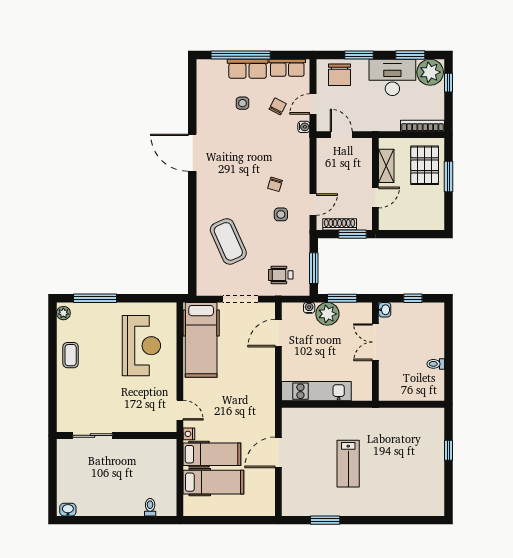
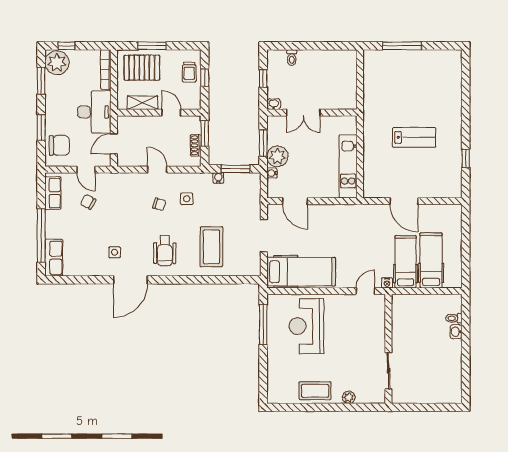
row of seats: (248, 69) -> (54, 258), moved
desk: (392, 77) -> (94, 112), moved, turned 180
side table: (242, 103) -> (115, 252), moved
water cooler: (304, 127) -> (218, 178), moved
door: (313, 204) -> (157, 170), moved
trolley: (420, 217) -> (189, 72), added
shoe rack: (340, 224) -> (196, 145), width x0.70
window: (414, 234) -> (205, 78), added
coffee table: (228, 241) -> (211, 247), turned -66
wheelchair: (281, 275) -> (165, 251), moved, width x1.36, depth x1.37
window: (95, 298) -> (263, 324), moved
plant: (63, 313) -> (349, 397), moved
reception desk: (141, 346) -> (306, 326), turned -90
coffee table: (71, 355) -> (315, 391), width x1.36, depth x1.30
toilet: (436, 364) -> (292, 58), moved
window: (449, 450) -> (402, 46), width x2.17
washbasin: (68, 510) -> (456, 332), moved
window: (325, 520) -> (466, 158), width x0.67

